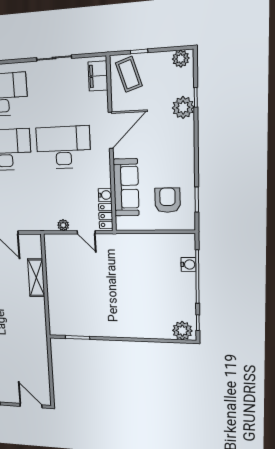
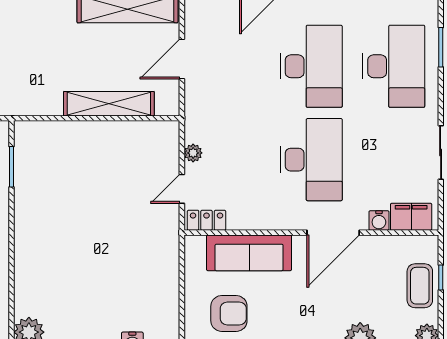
coffee table: (129, 74) -> (420, 286), moved, turned -72
door: (111, 130) -> (333, 233), hinge flipped
water cooler: (105, 195) -> (379, 221), moved
shelving: (36, 278) -> (109, 104), width x1.47

